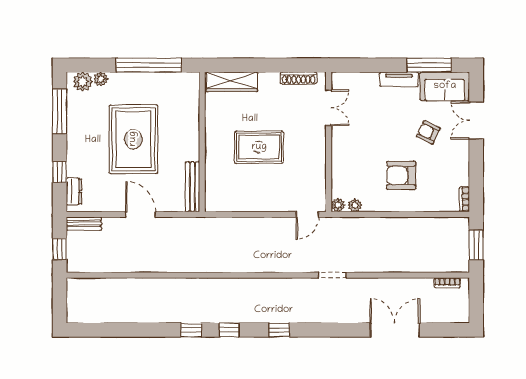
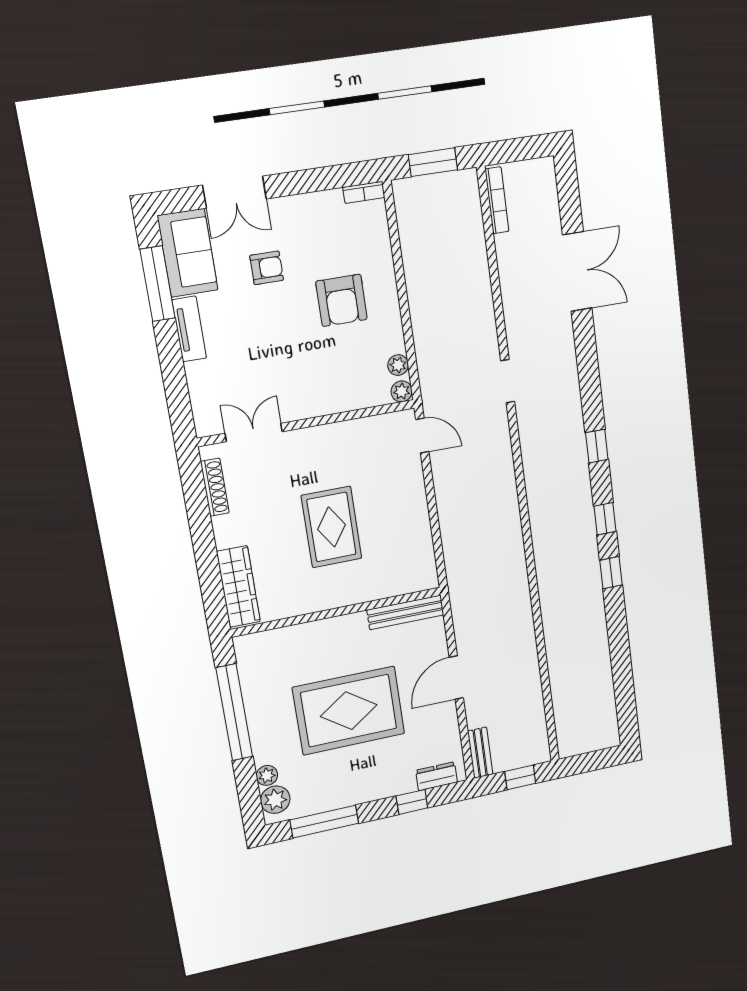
armchair: (428, 132) -> (267, 268), turned -115
bookcase: (447, 283) -> (497, 200), width x1.56
double door: (395, 330) -> (577, 272), swing flipped

